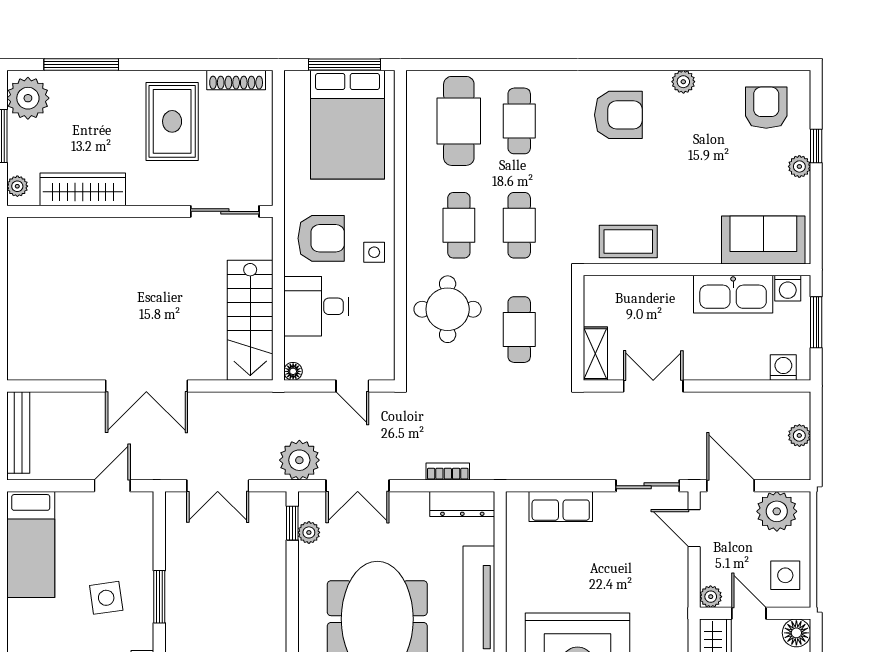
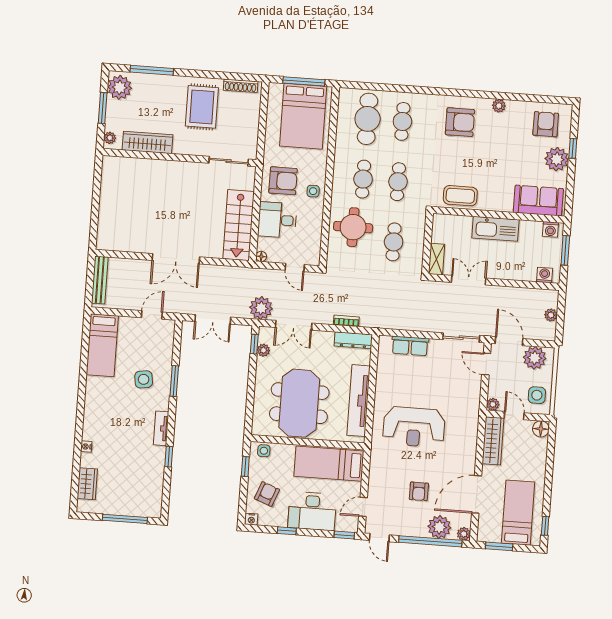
plant: (799, 166) -> (557, 159), width x1.87, depth x1.87
kitchen sink: (733, 294) -> (495, 229), moved

